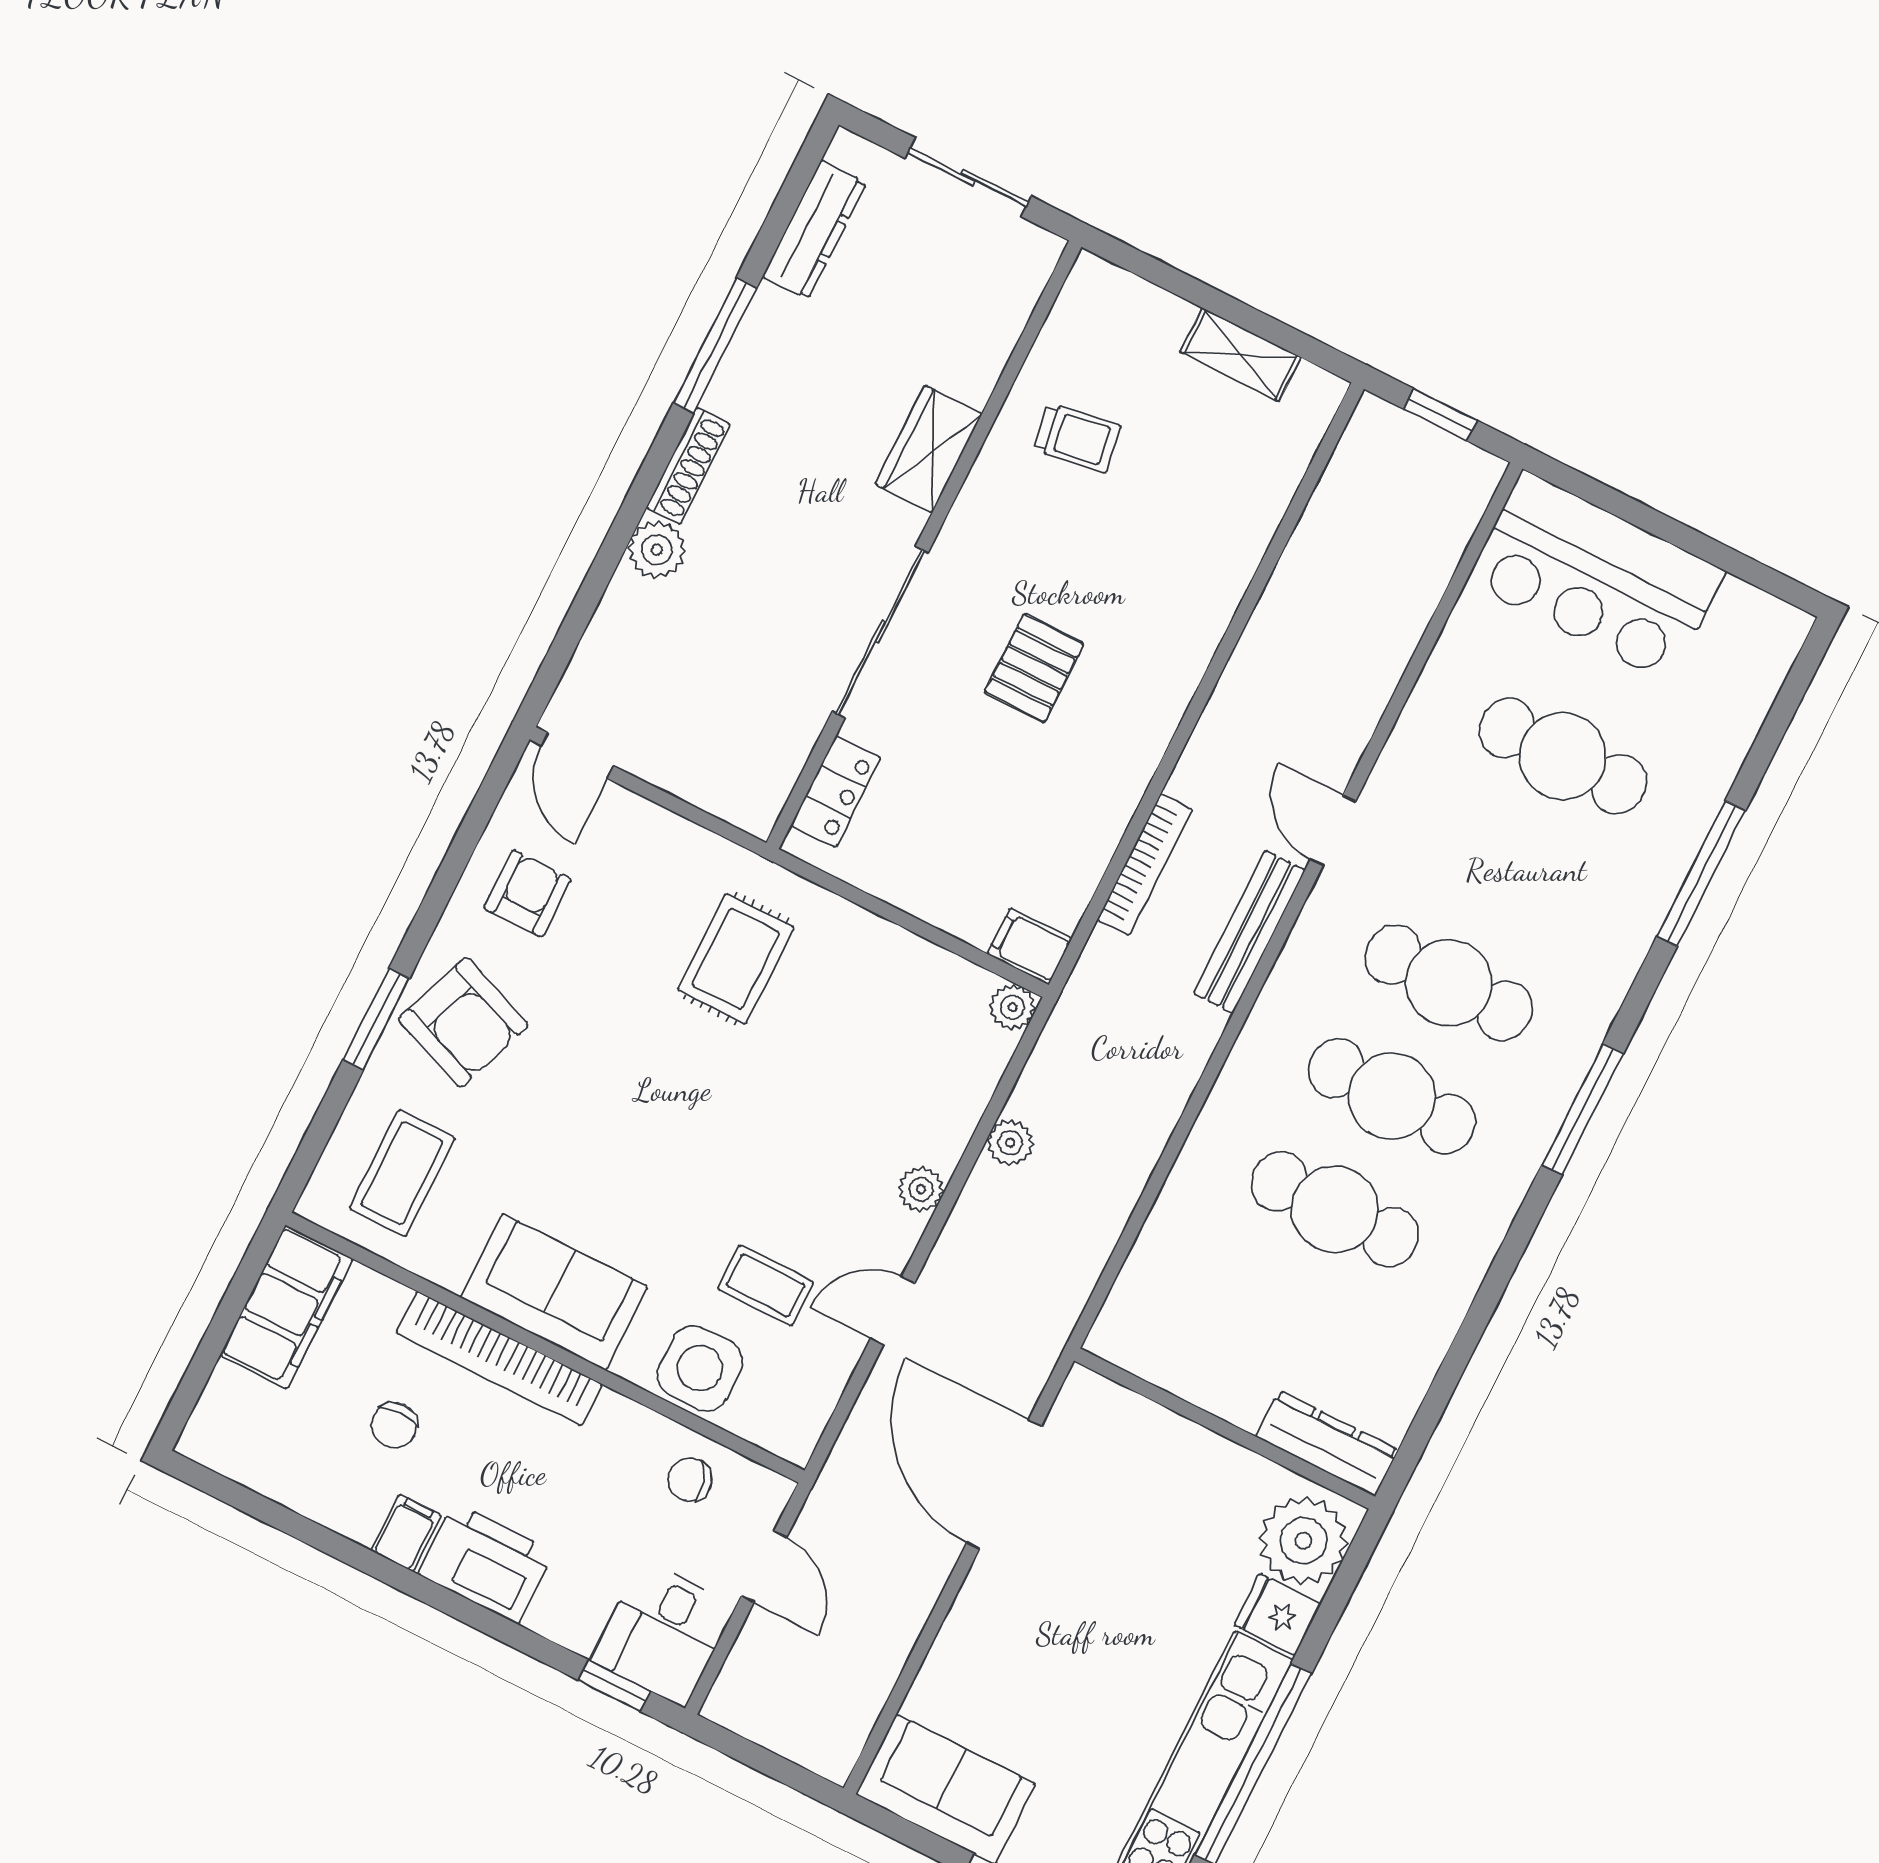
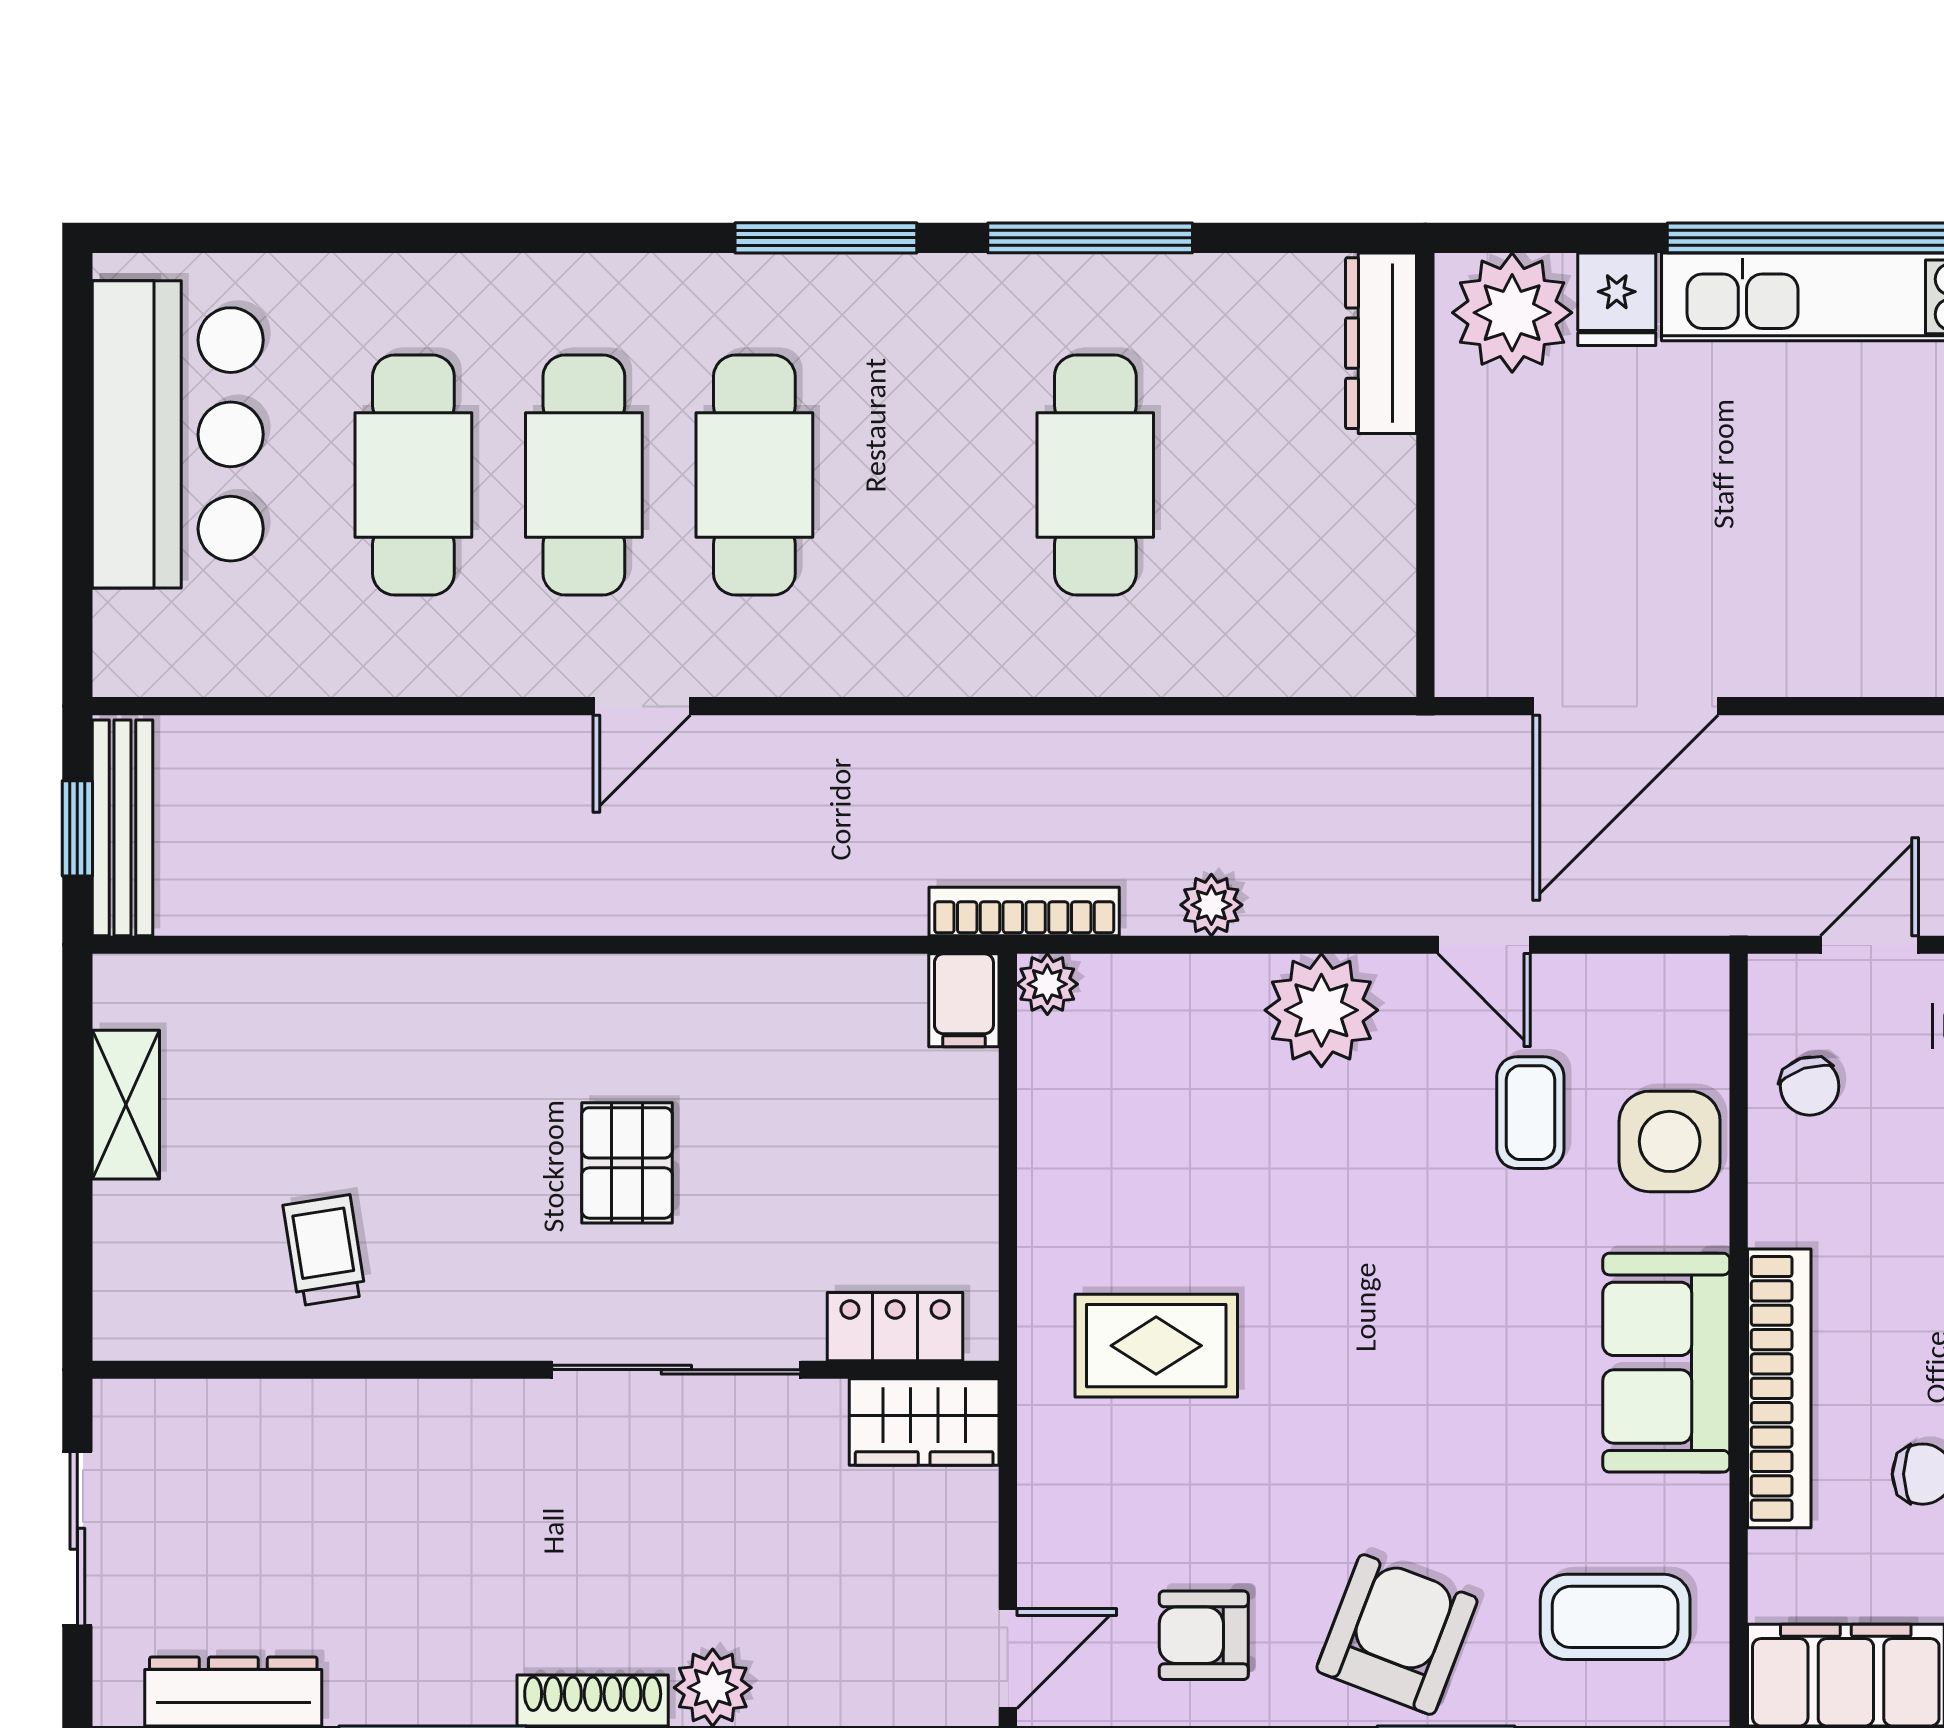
wardrobe: (929, 449) -> (924, 1422), moved
bar counter: (1596, 577) -> (178, 434), moved
pallet: (1034, 668) -> (627, 1163), turned 90
bookcase: (1145, 865) -> (1024, 911), moved
window: (1701, 873) -> (1090, 238), moved
bench: (1249, 932) -> (122, 828), moved, turned 90
cafe table: (1392, 1096) -> (584, 475), moved
plant: (921, 1189) -> (1321, 1010), width x1.87, depth x1.87

